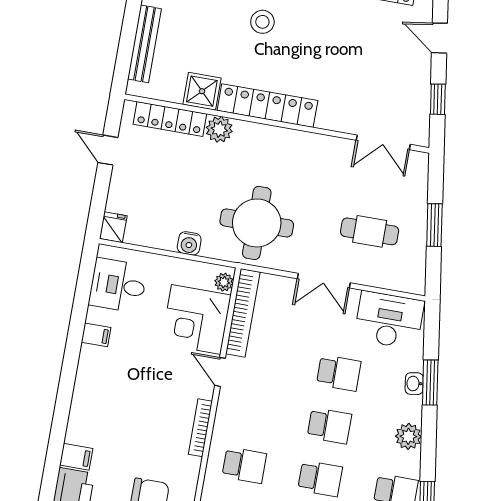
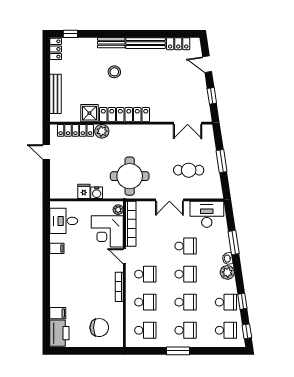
fridge: (113, 227) -> (84, 191), moved
washbasin: (414, 384) -> (228, 259), moved
school desk: (254, 412) -> (145, 274), added

